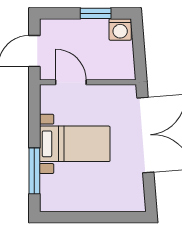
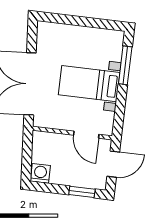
window: (96, 13) -> (82, 192), moved

